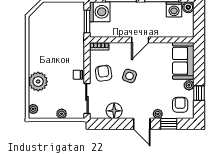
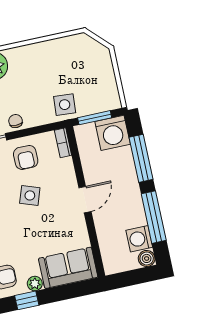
side table: (74, 40) -> (65, 105), added
door: (140, 40) -> (85, 200), swing flipped
armchair: (104, 73) -> (26, 157), turned 98

